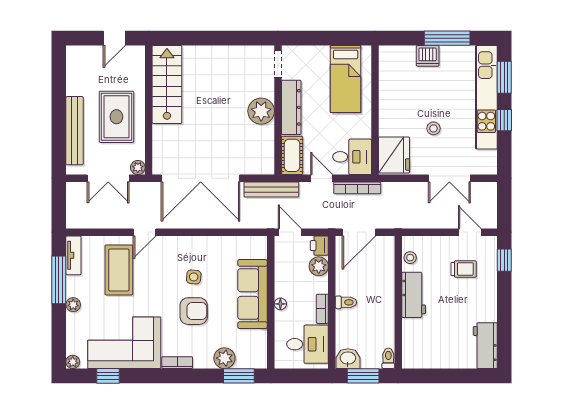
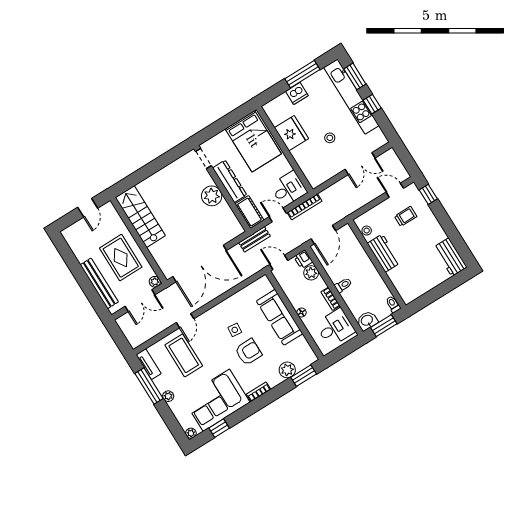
bed: (346, 79) -> (253, 141), width x1.50
fridge: (394, 155) -> (291, 133), moved
bench: (271, 190) -> (254, 239), width x0.73

